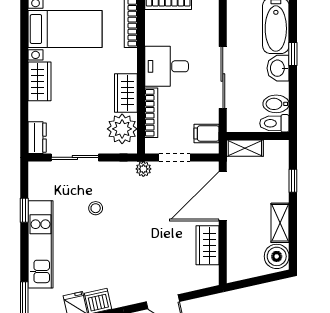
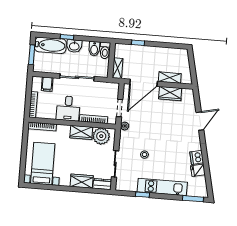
wardrobe: (39, 81) -> (82, 181), moved
filing cabinet: (207, 133) -> (47, 84), moved
door: (223, 196) -> (144, 83), hinge flipped
shelving: (280, 223) -> (170, 78), moved
boiler: (277, 256) -> (180, 55), removed

